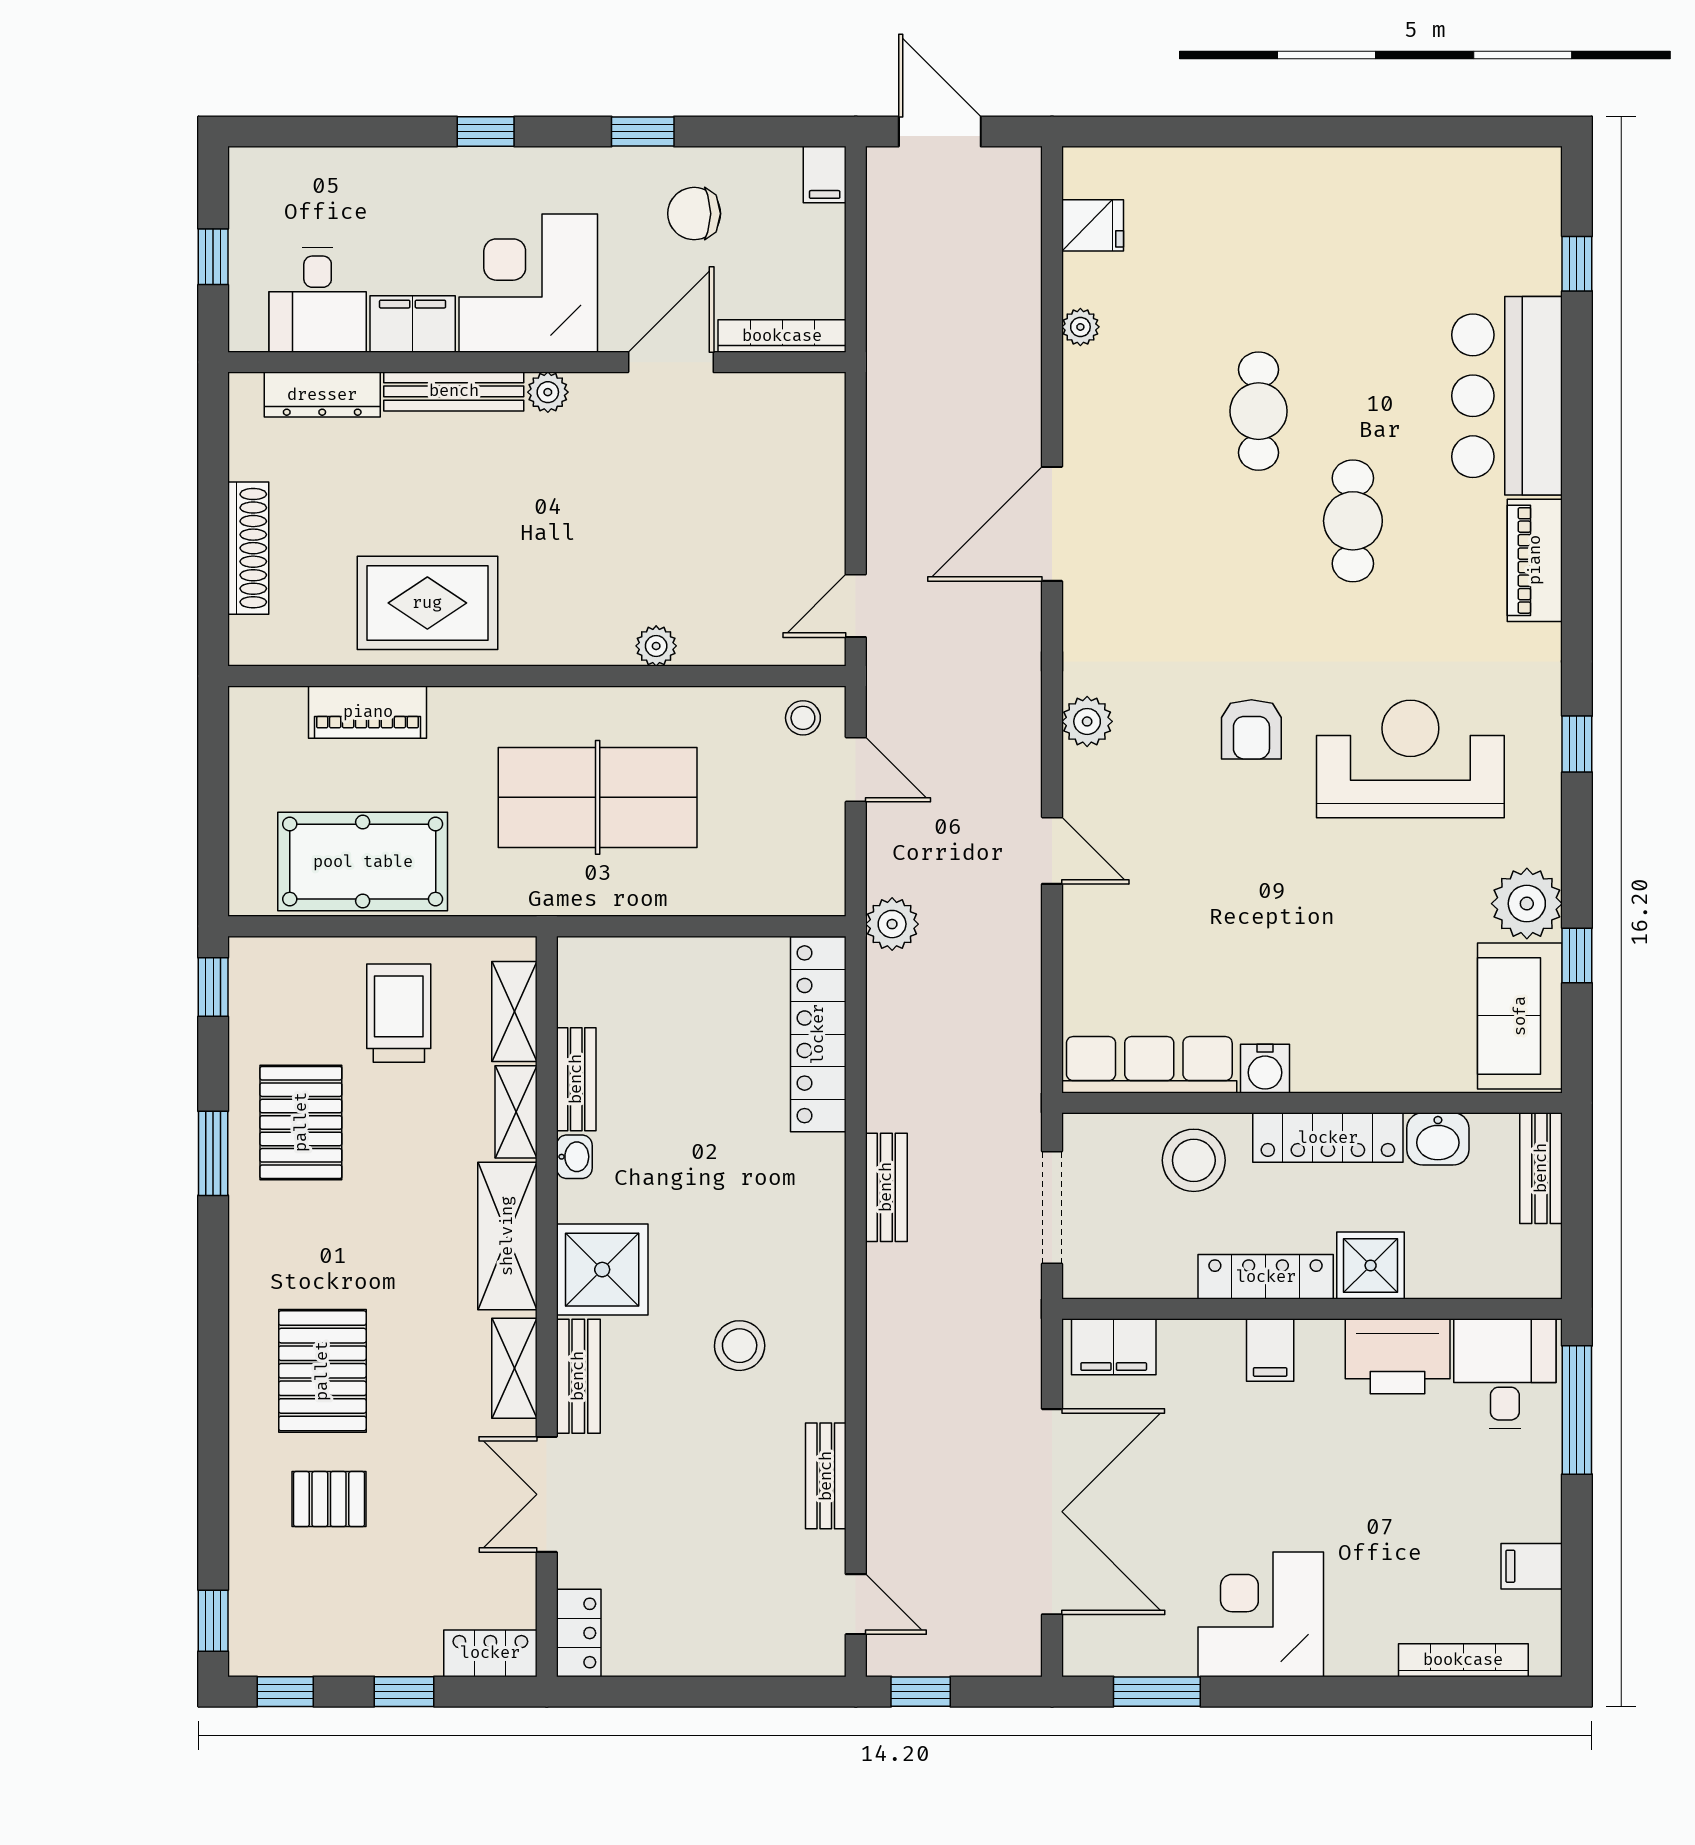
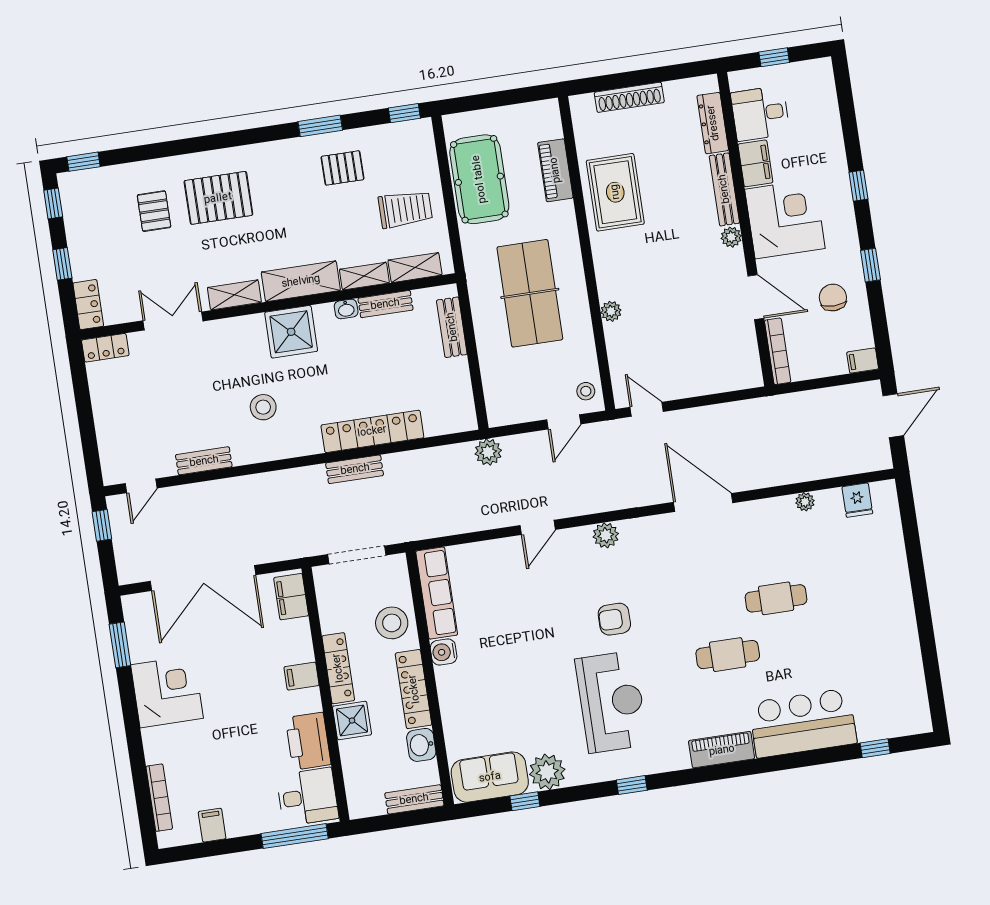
locker: (818, 1034) -> (372, 431), moved
pallet: (301, 1122) -> (343, 168), width x0.67, depth x0.71
bench: (578, 1376) -> (452, 327), moved, turned 90

